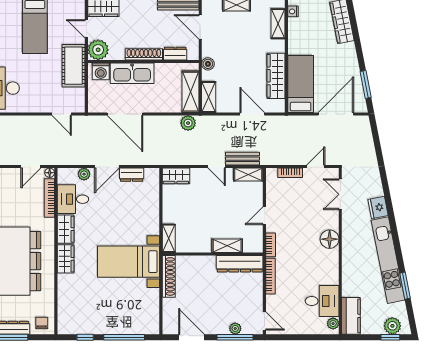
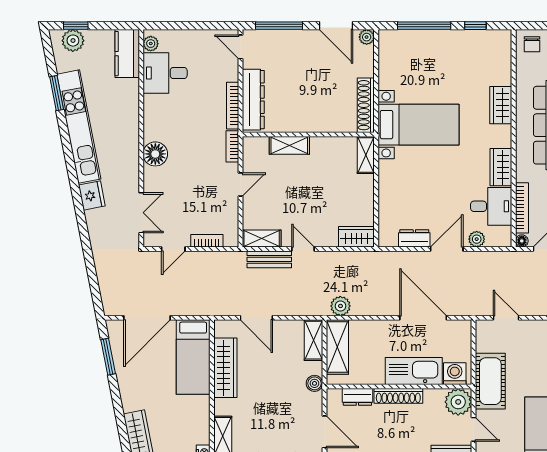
wardrobe: (66, 259) -> (501, 105), moved
dresser: (240, 264) -> (253, 100), moved, turned 90
plant: (235, 328) -> (367, 37), moved

